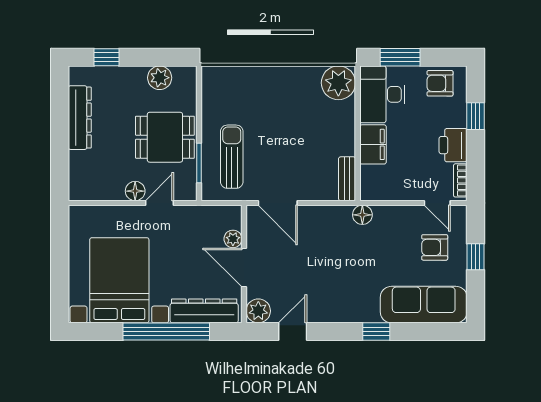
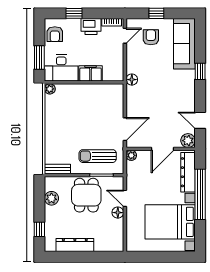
plant: (338, 83) -> (50, 89), width x0.53, depth x0.53
bench: (347, 179) -> (57, 169), moved
plant: (233, 239) -> (131, 155), moved
armchair: (435, 247) -> (151, 37), turned 180

